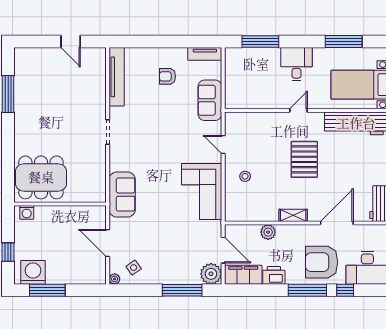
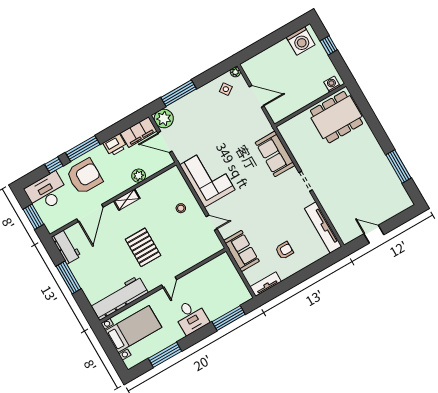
sofa: (122, 195) -> (275, 154), moved
window: (47, 290) -> (282, 34), removed

